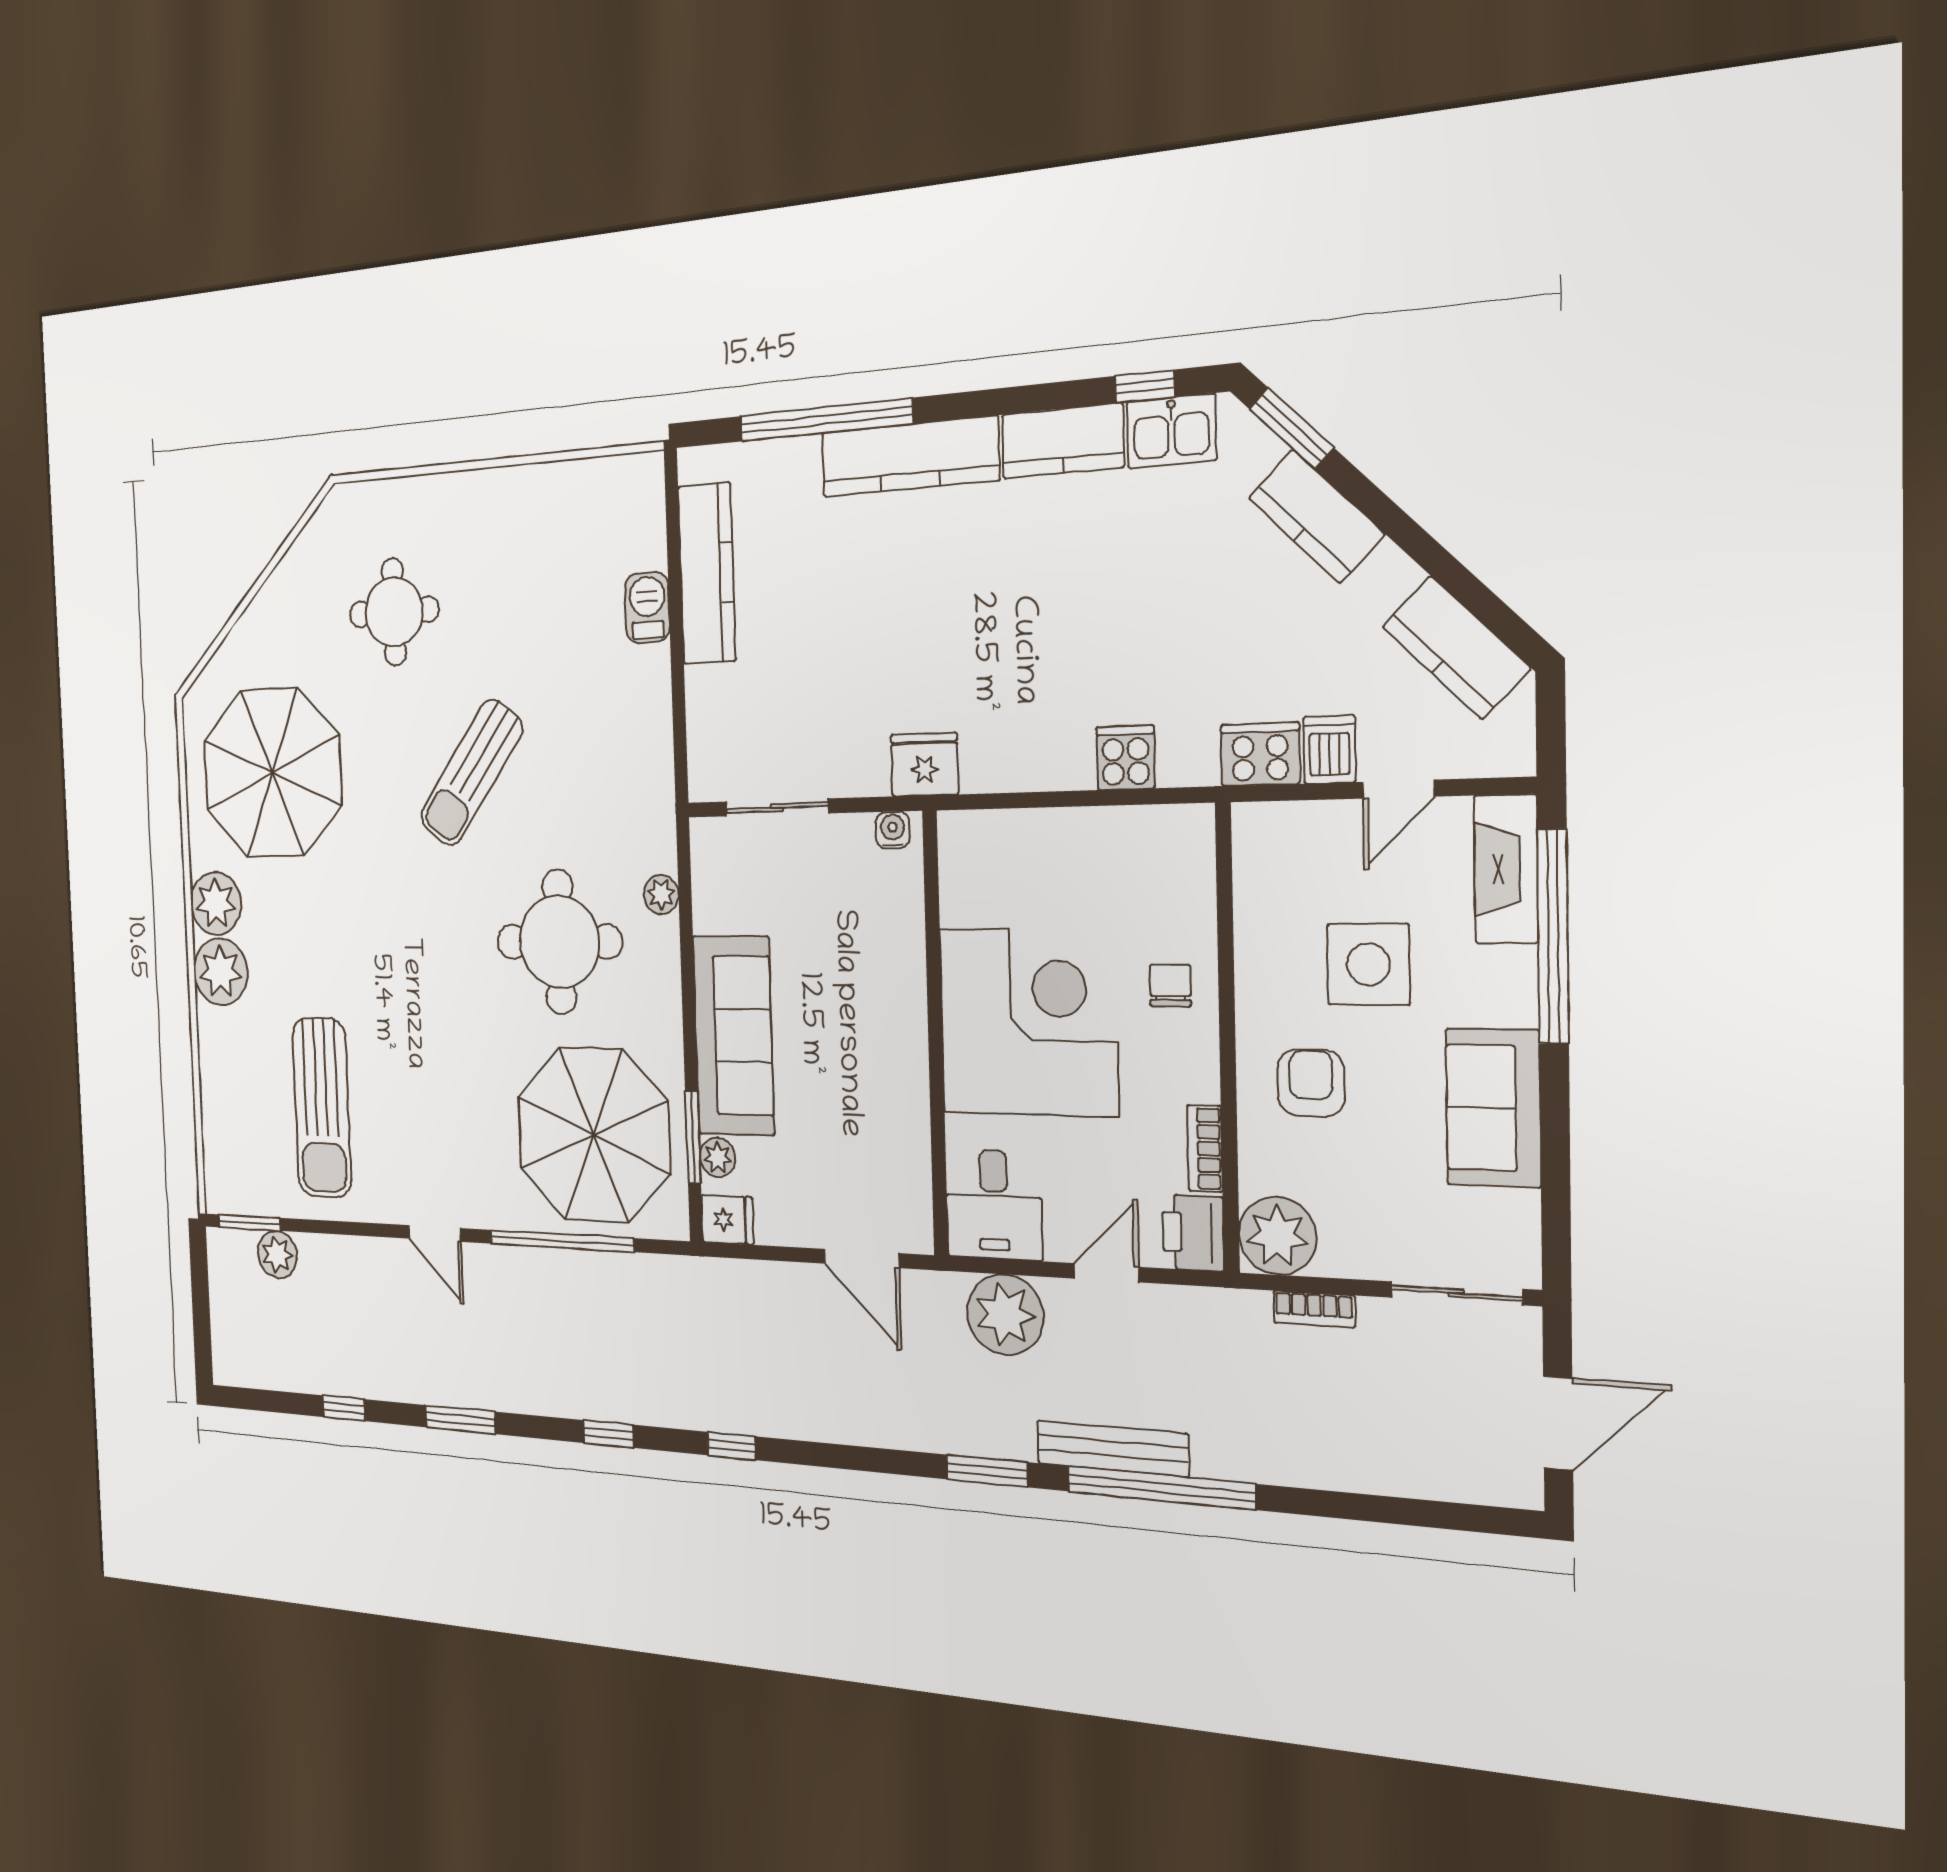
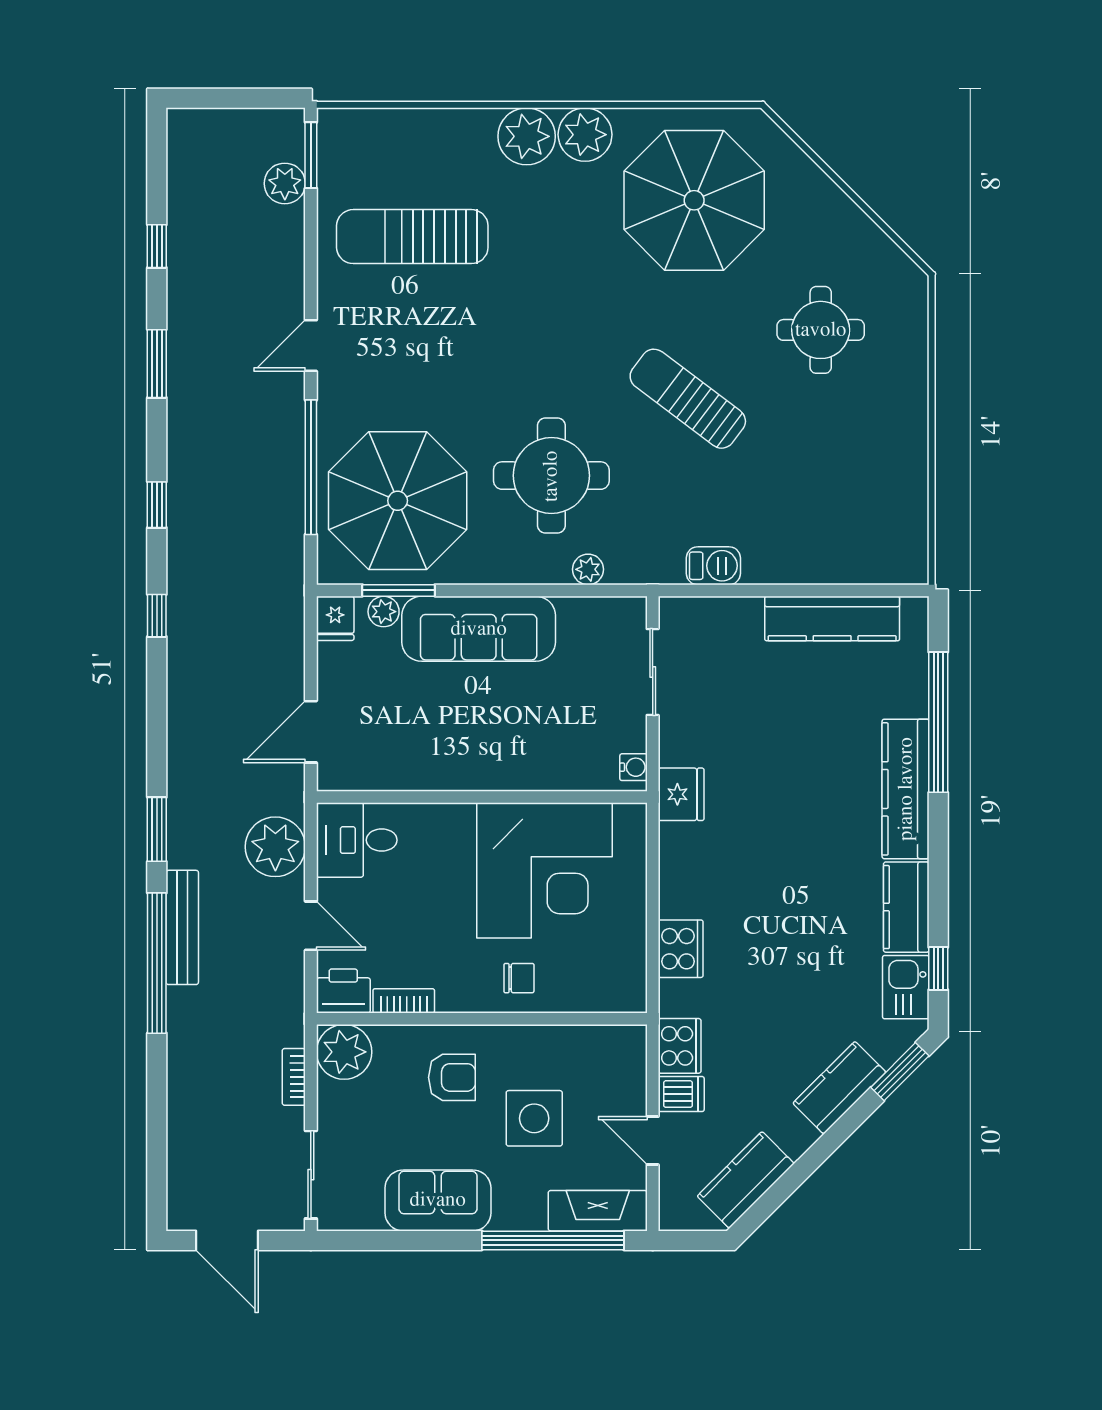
barbecue: (647, 608) -> (713, 566), moved
cooker: (1126, 758) -> (681, 949), width x1.36
corner desk: (1028, 1022) -> (545, 870), moved

